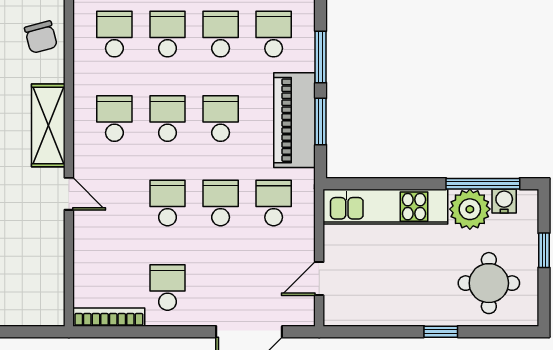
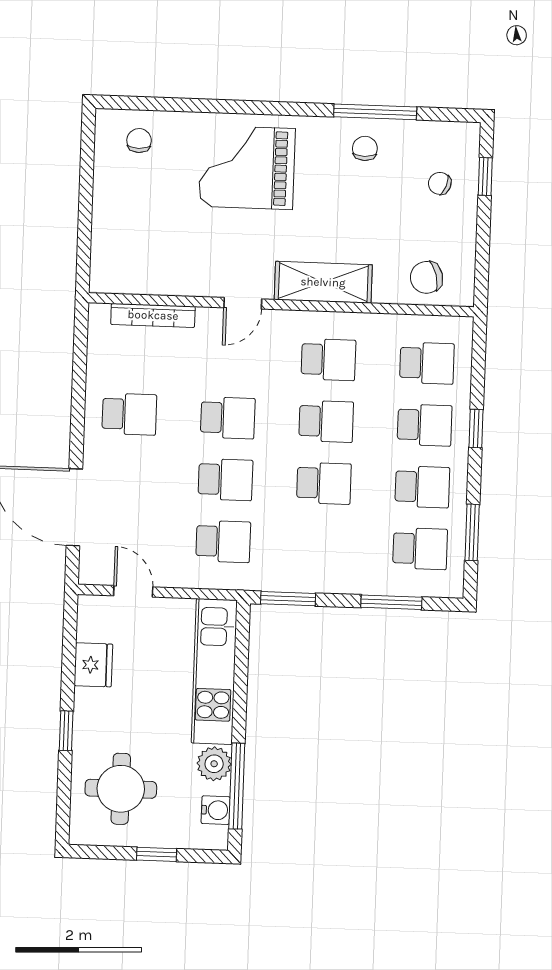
piano: (295, 120) -> (319, 569), removed
window: (321, 122) -> (288, 599), moved
plant: (470, 209) -> (214, 764), width x0.73, depth x0.73
fridge: (383, 310) -> (93, 665), added
bookcase: (109, 317) -> (153, 315), moved, turned 90

